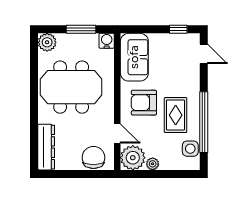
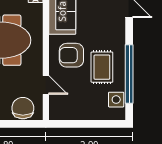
plant: (133, 158) -> (61, 108), removed
plant: (153, 164) -> (80, 114), removed

